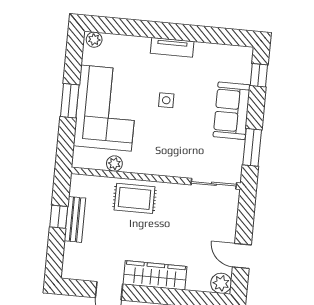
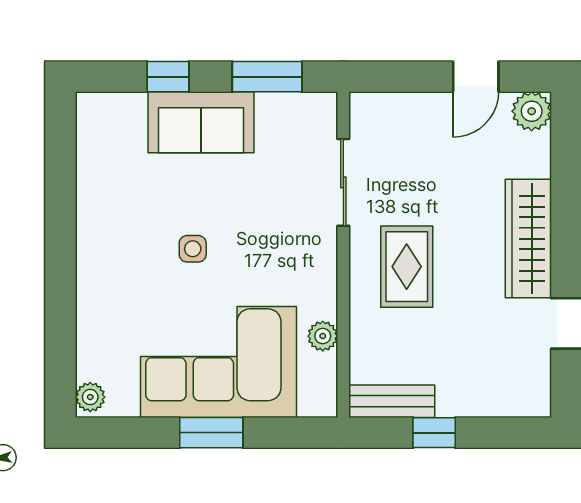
tv unit: (172, 47) -> (91, 247), removed
window: (259, 75) -> (168, 77), moved
sliding door: (214, 184) -> (343, 182), moved
rug: (135, 198) -> (407, 267), moved
bench: (75, 219) -> (392, 401), moved

